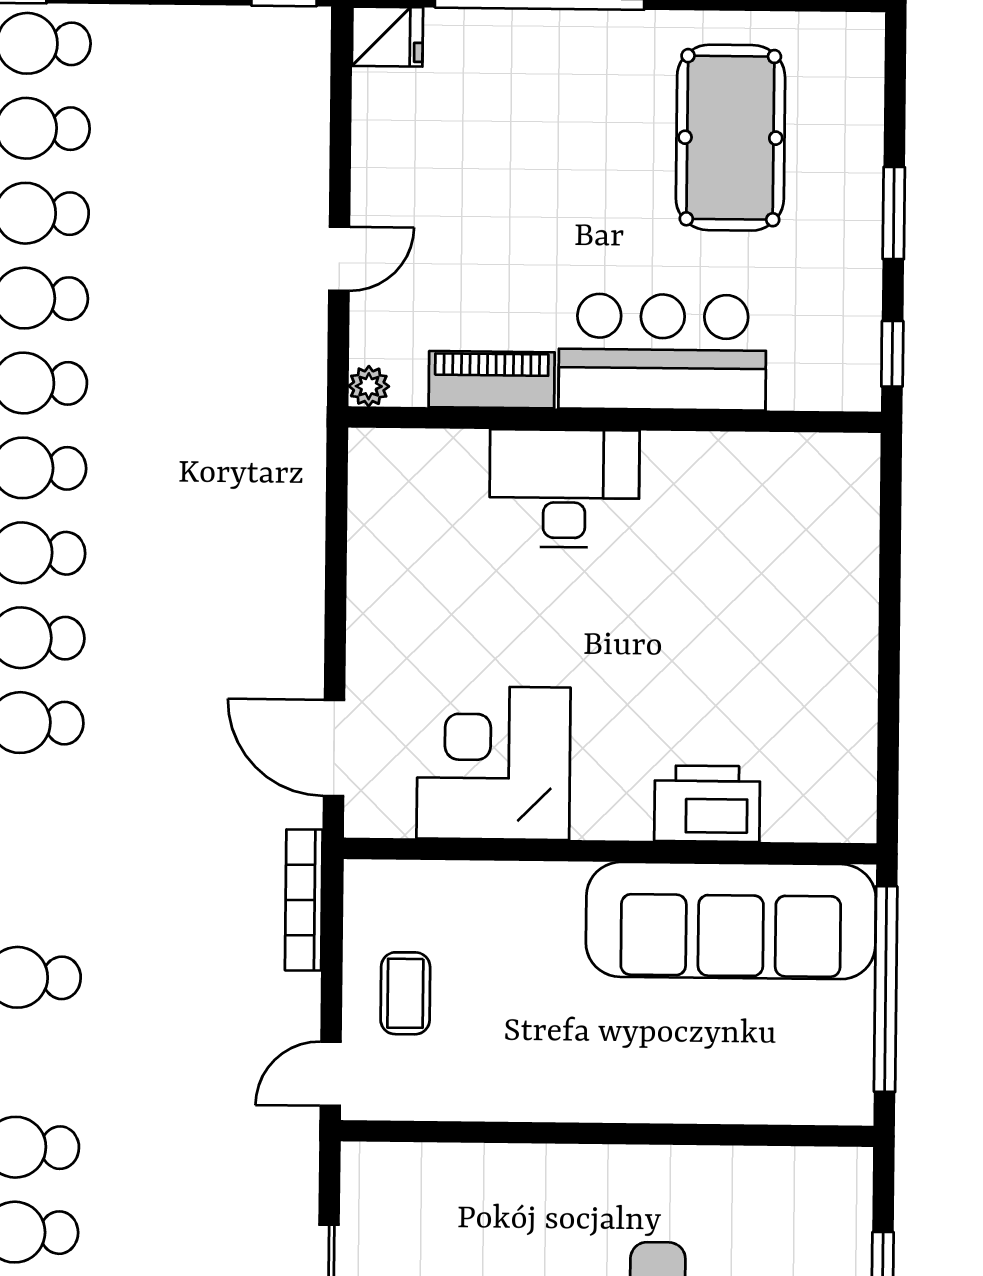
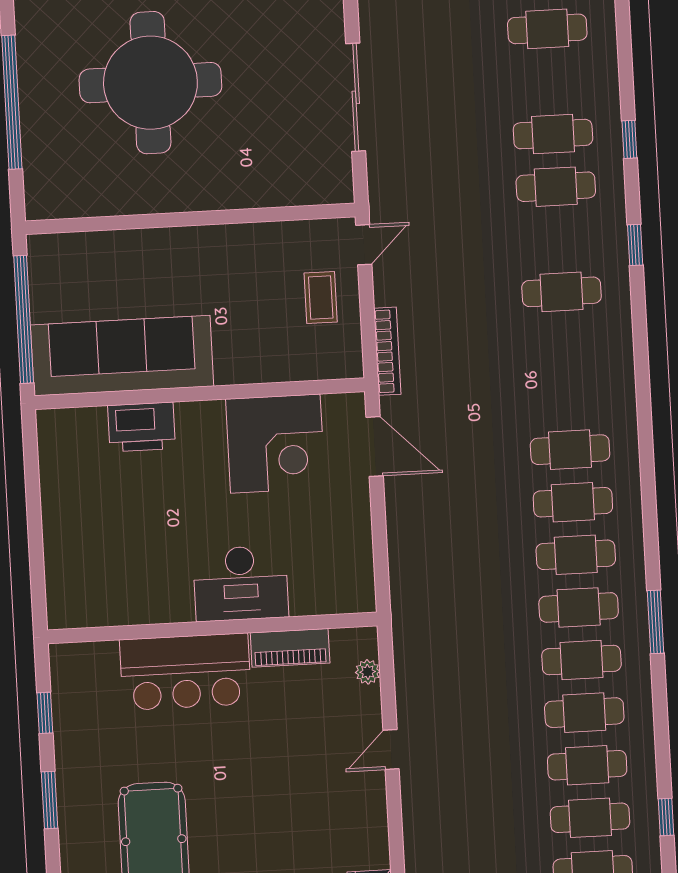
bar counter: (662, 352) -> (185, 672), moved
piano: (492, 380) -> (290, 648), moved
wall: (615, 420) -> (212, 628), moved
desk: (564, 488) -> (241, 583), moved

